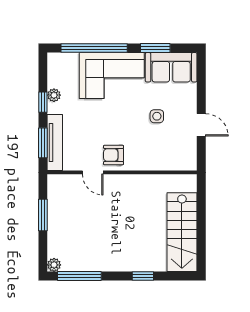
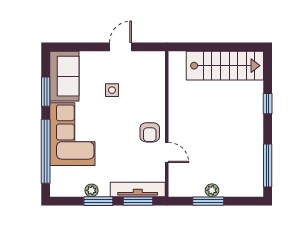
window: (43, 102) -> (98, 201), width x1.50
door: (93, 172) -> (167, 153), hinge flipped
plant: (54, 265) -> (212, 190), moved

